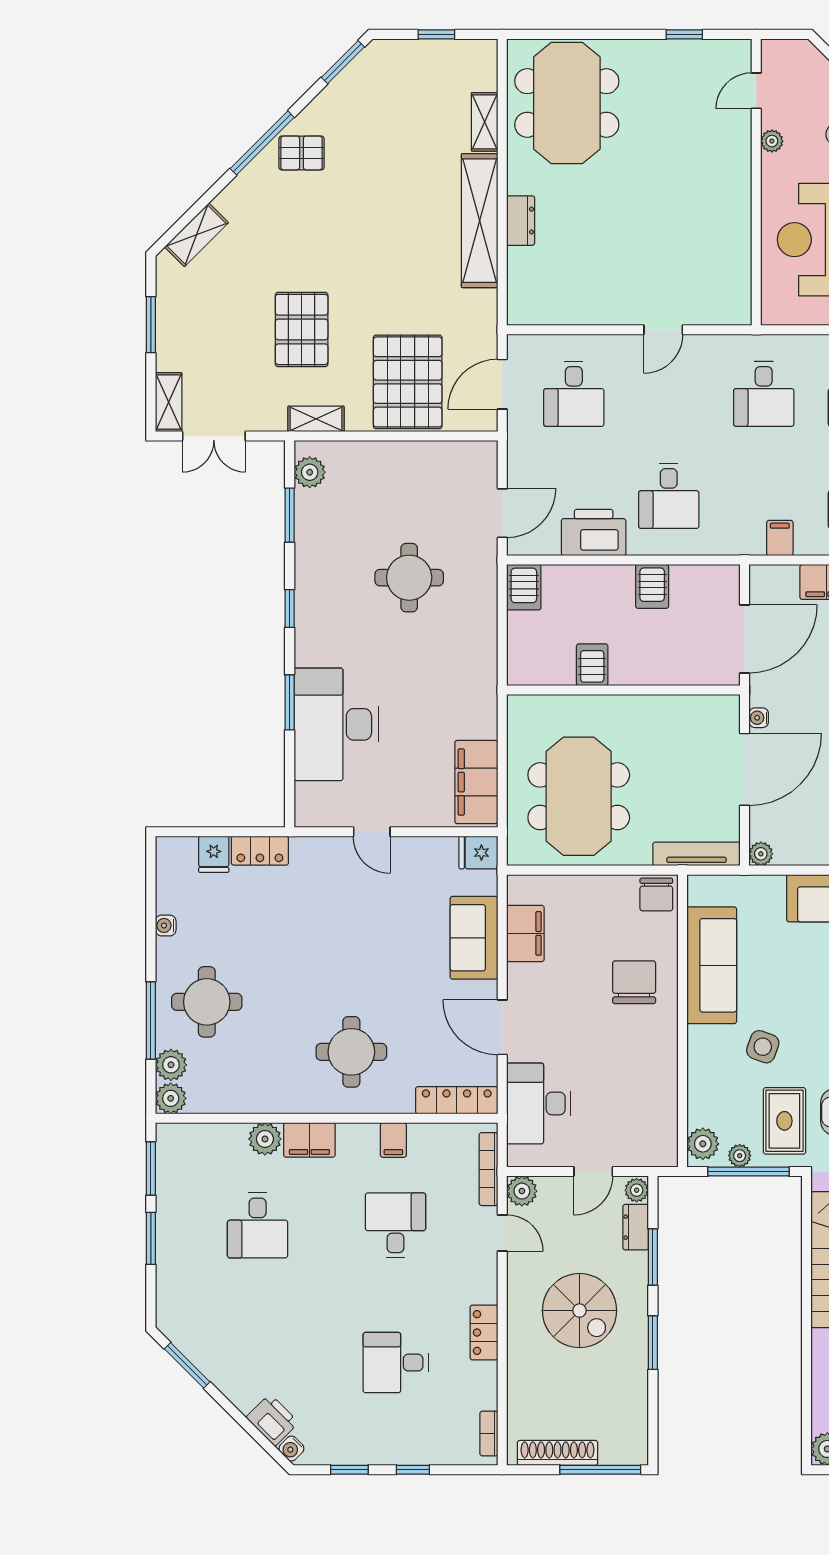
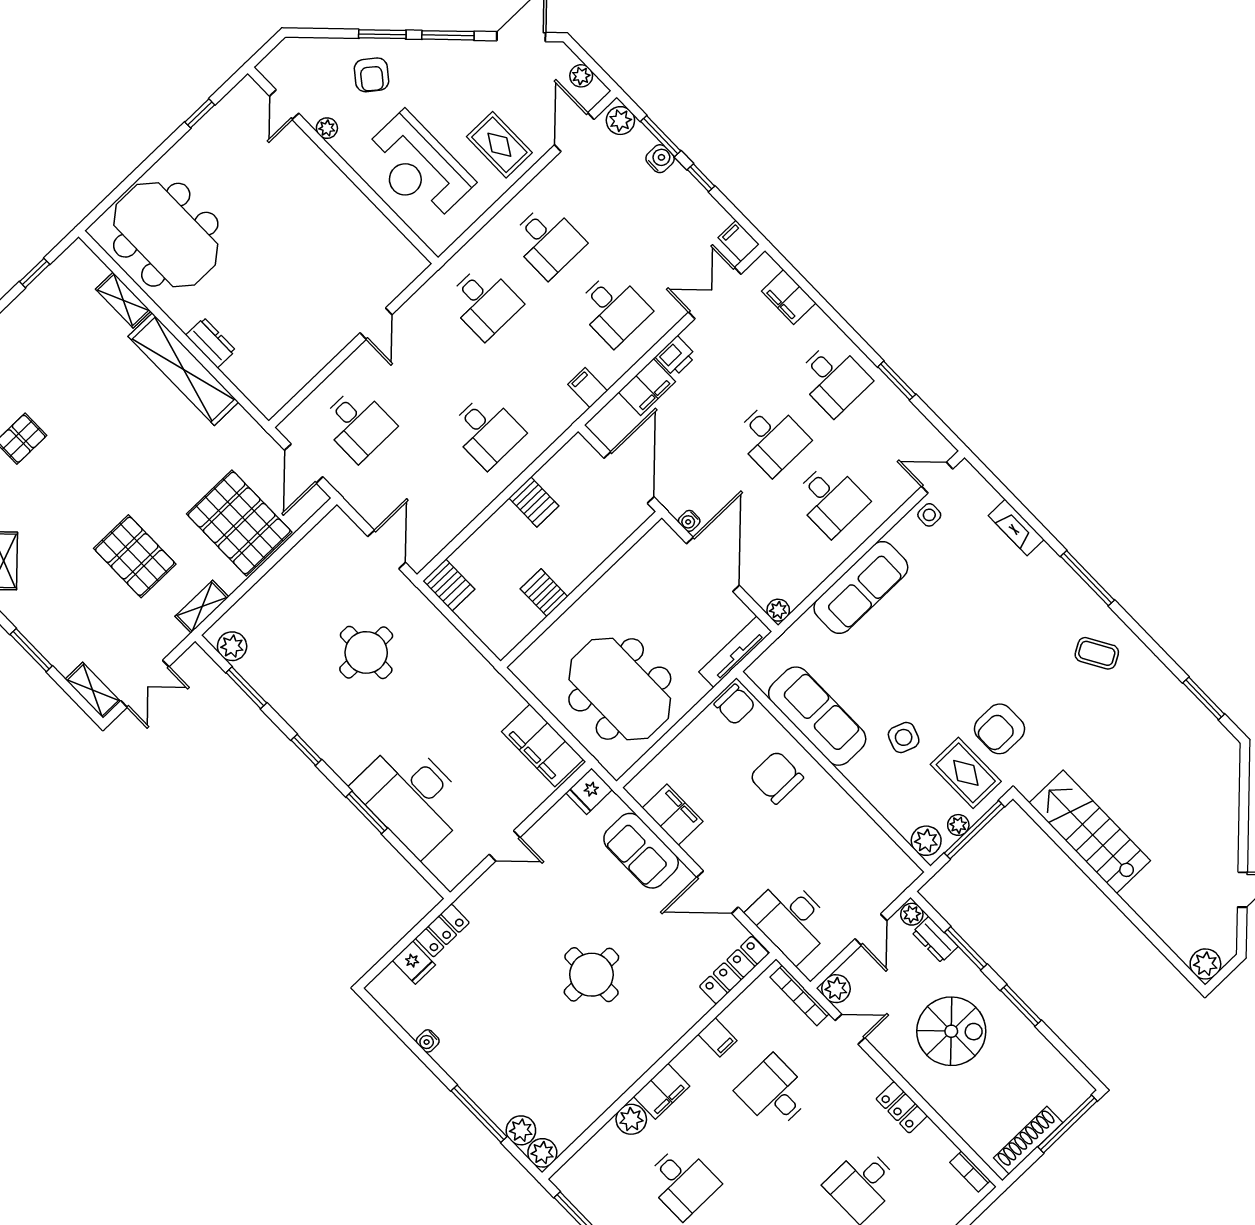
printer: (594, 532) -> (460, 504), removed
round table: (207, 1002) -> (504, 1065), removed
round table: (351, 1052) -> (591, 975), moved

